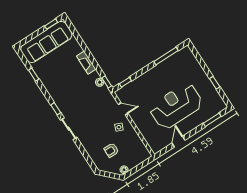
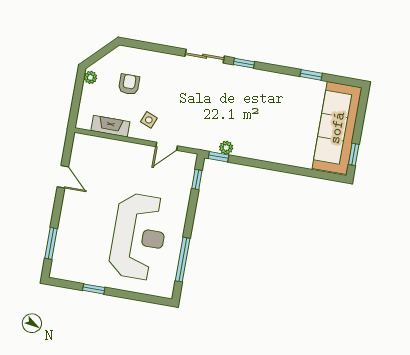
fireplace: (86, 63) -> (110, 126), moved
reception desk: (176, 106) -> (139, 237), moved

